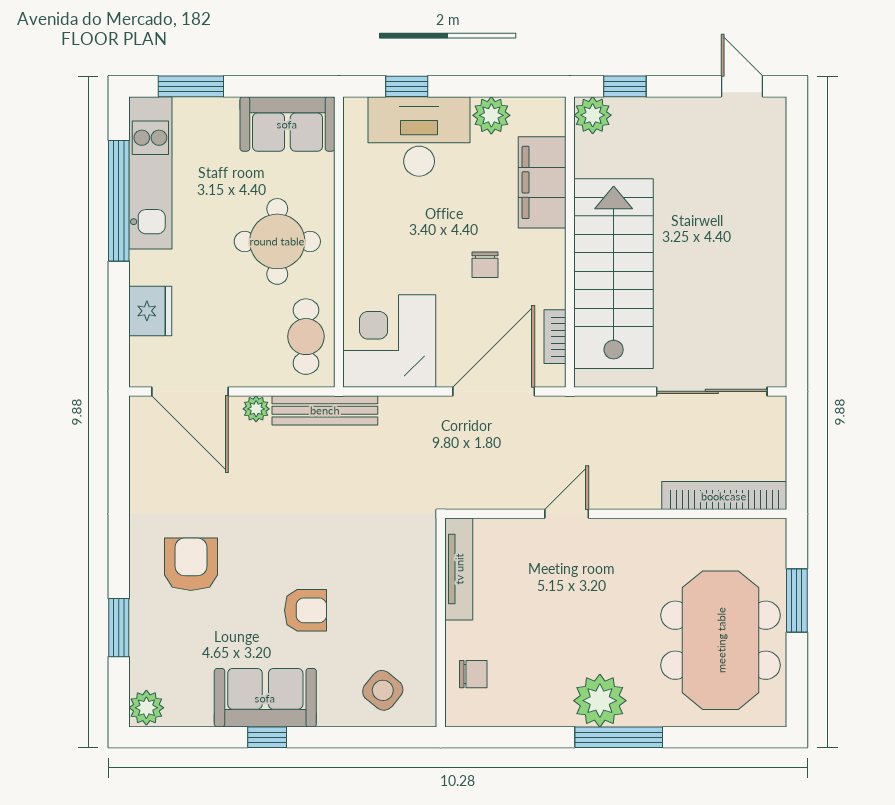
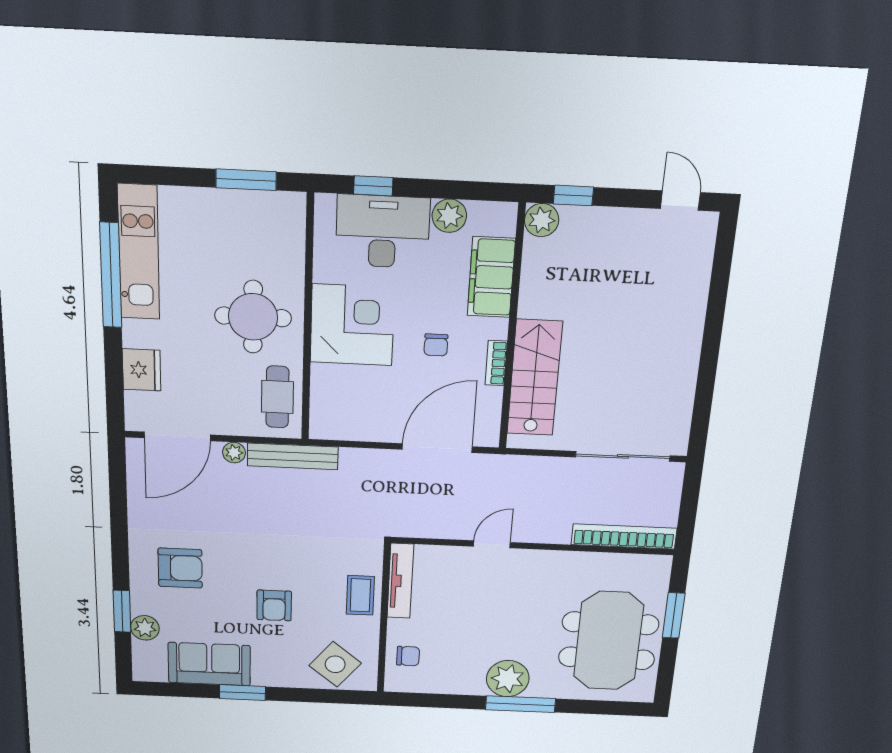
window: (191, 86) -> (246, 180), moved
sofa: (287, 124) -> (263, 215), removed
stairs: (614, 274) -> (535, 378), width x0.73, depth x0.66
bookcase: (555, 337) -> (496, 363), moved
corner desk: (389, 341) -> (352, 325), moved, turned 90
door: (190, 391) -> (177, 436), hinge flipped
armchair: (191, 564) -> (180, 568), turned 90
coffee table: (411, 591) -> (360, 595), added
armchair: (306, 610) -> (274, 605), turned 90
side table: (383, 690) -> (335, 664), width x1.37, depth x1.37
sofa: (265, 698) -> (209, 664), moved
plant: (146, 708) -> (145, 628), moved
window: (267, 737) -> (242, 693), width x1.50

